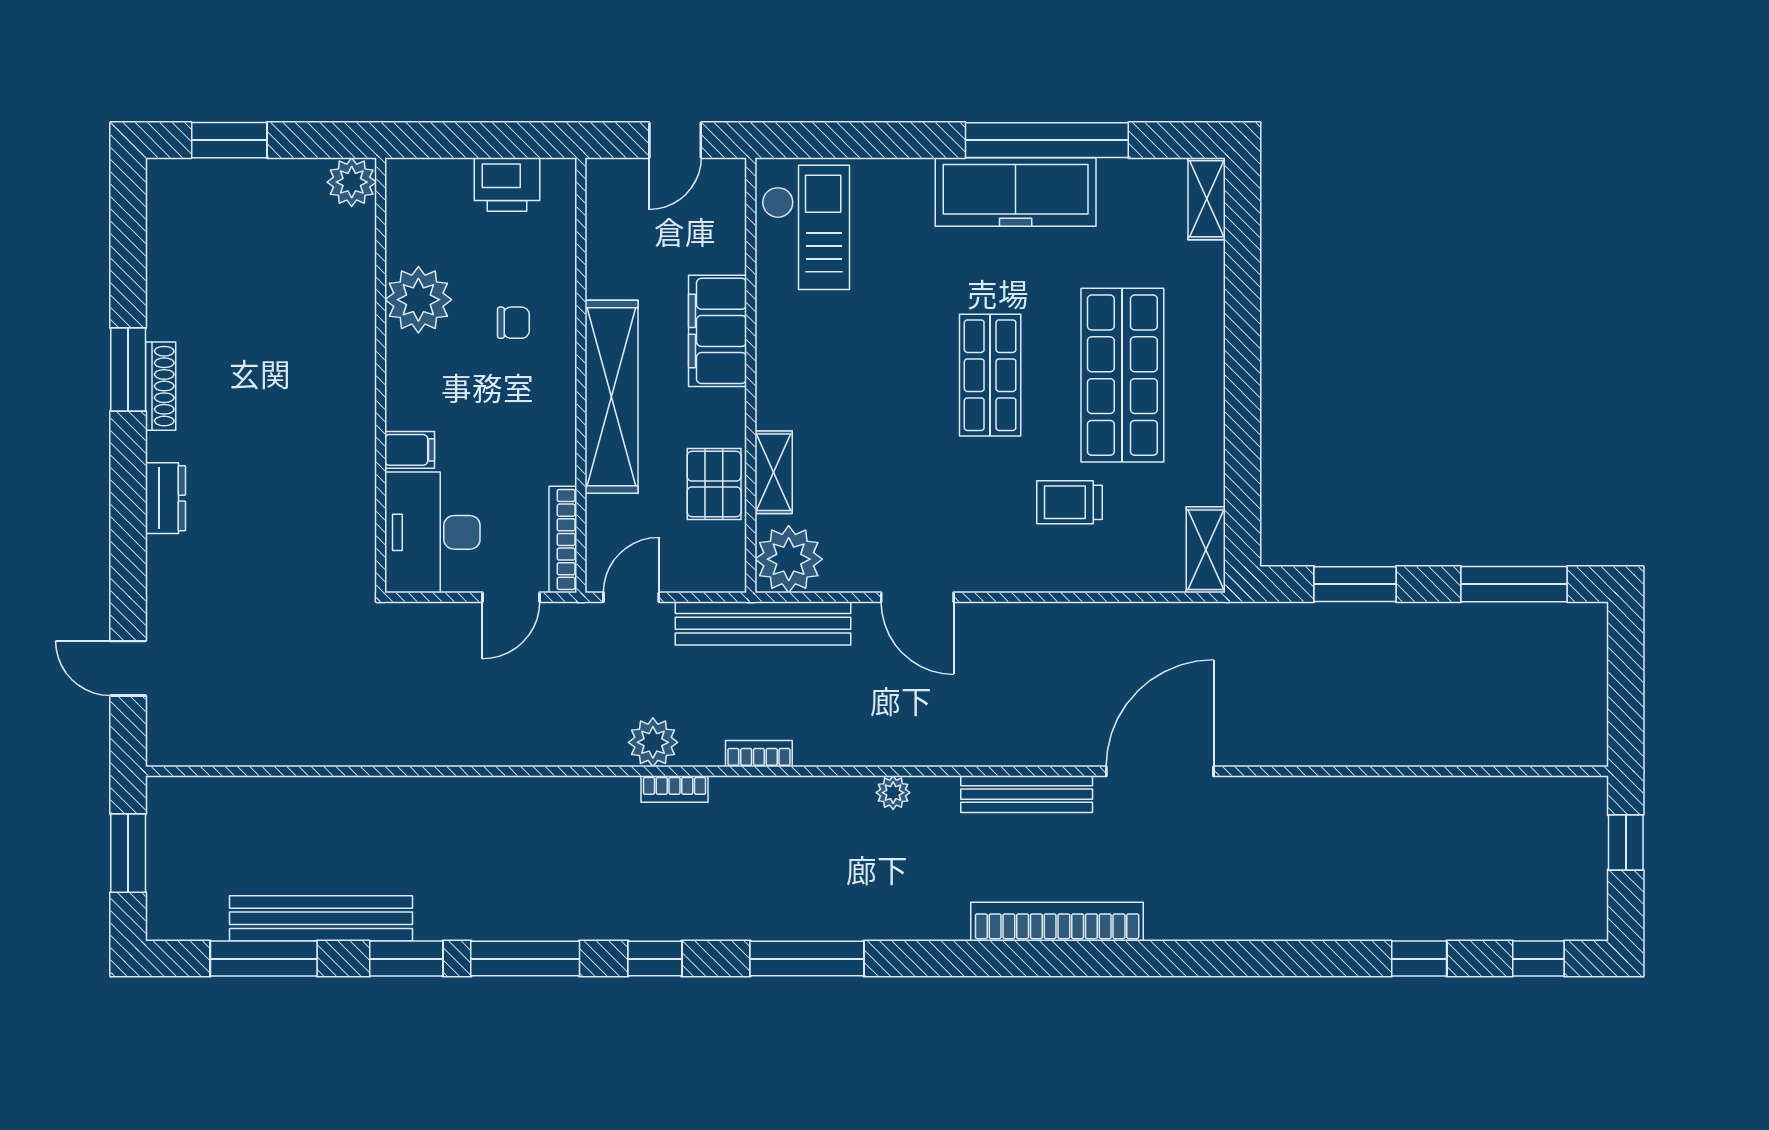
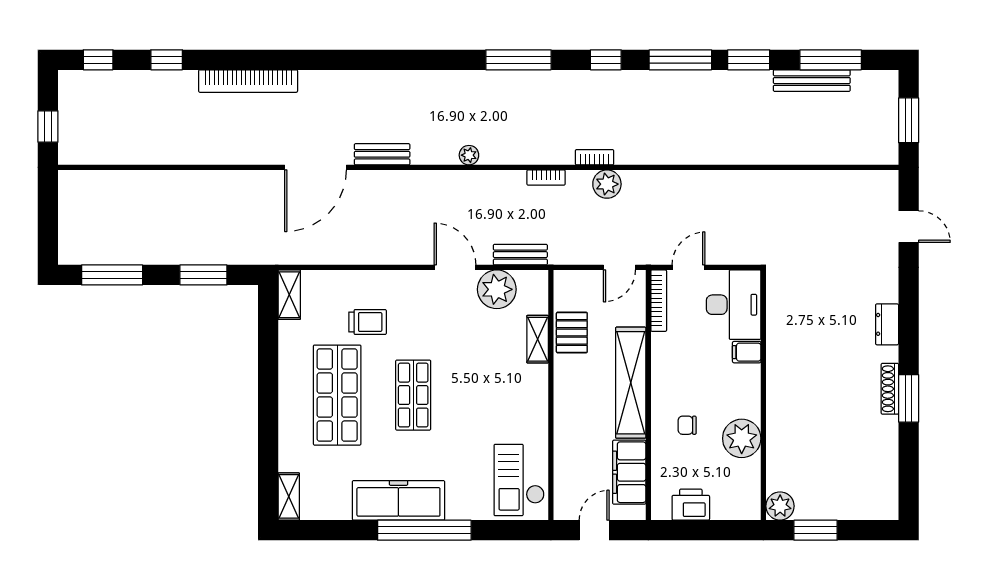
window: (229, 140) -> (816, 530), moved
window: (1047, 140) -> (424, 530), moved
filing cabinet: (717, 331) -> (629, 472), moved, turned 180
plant: (789, 559) -> (497, 289), moved
bench: (763, 623) -> (520, 255), width x0.54, depth x0.82
bench: (1027, 794) -> (382, 154), width x0.73
bench: (321, 918) -> (812, 81), width x0.73, depth x0.82
bookcase: (1057, 922) -> (248, 81), moved

